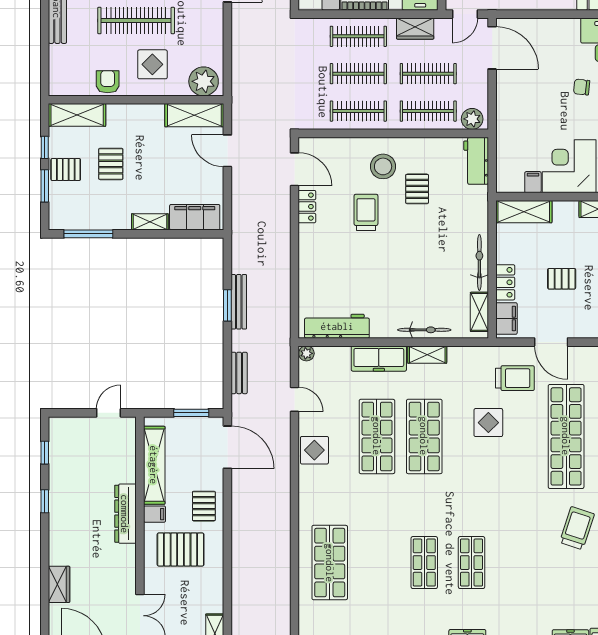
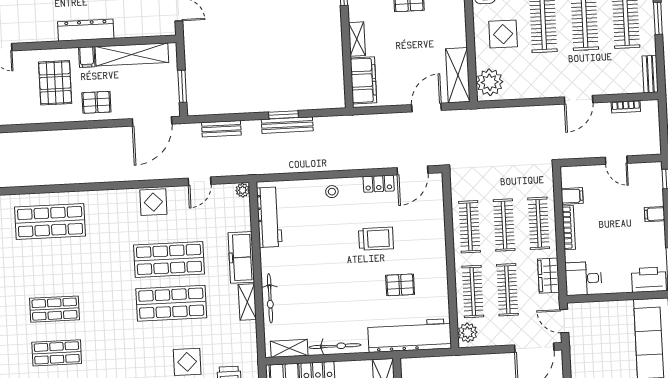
workbench: (476, 161) -> (410, 336), width x1.88, depth x1.32
stool: (383, 166) -> (332, 192), moved, width x0.53, depth x0.53

